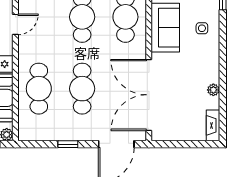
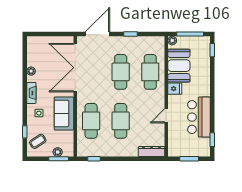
double door: (149, 95) -> (75, 68), swing flipped
fireplace: (213, 125) -> (31, 93), moved

